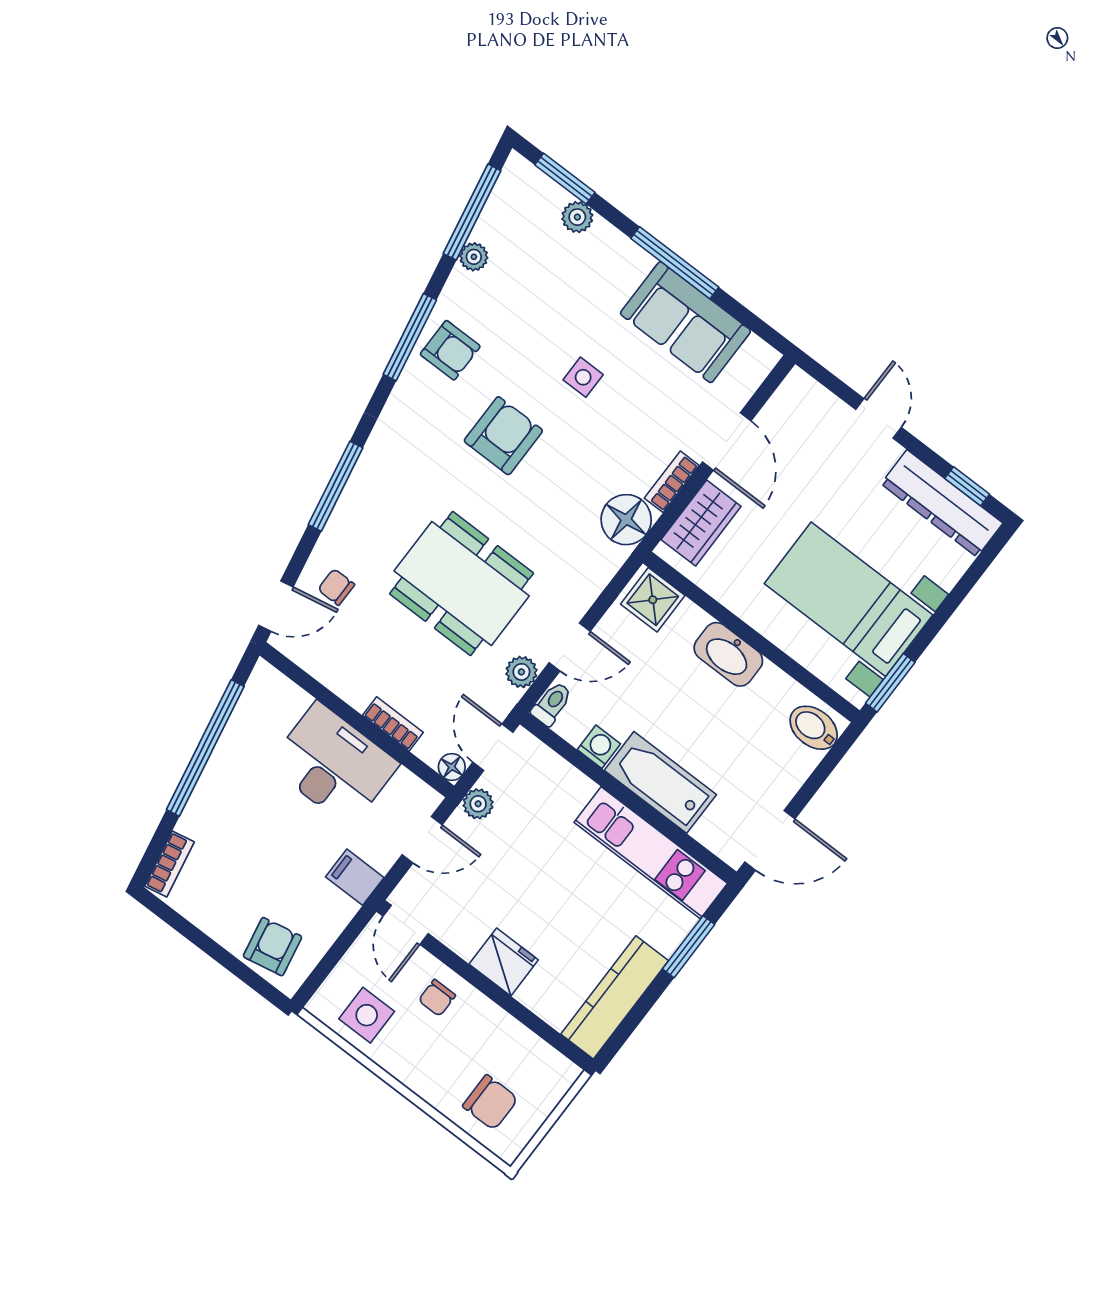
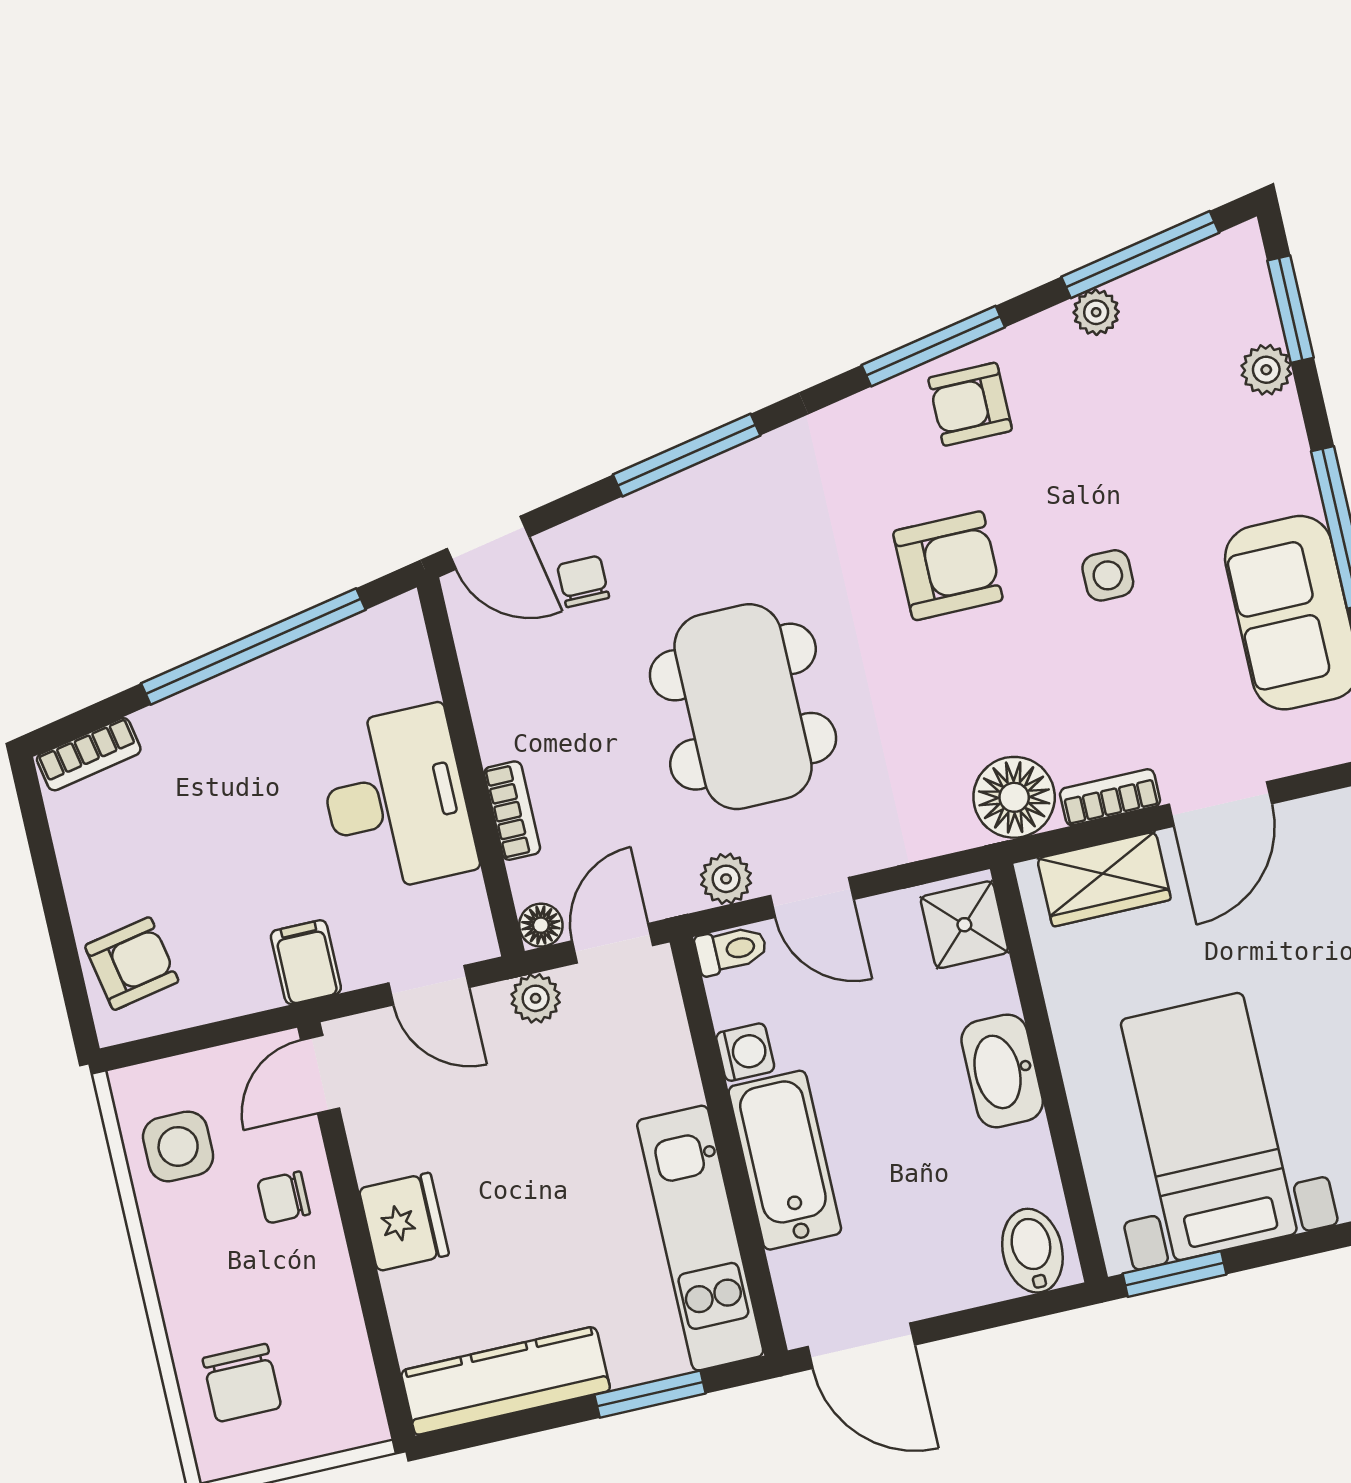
armchair: (450, 350) -> (970, 404), turned 90

